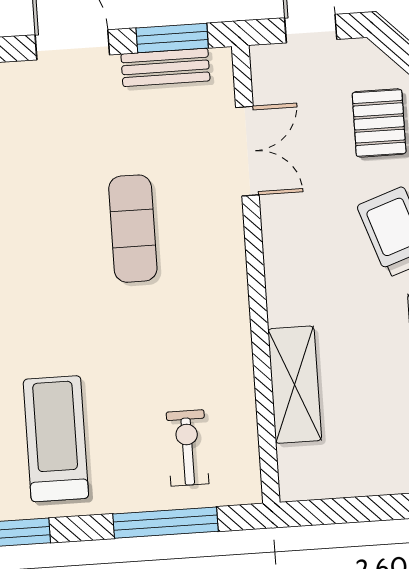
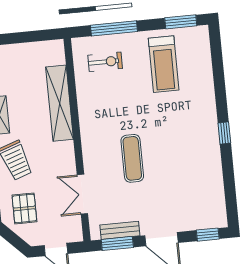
shelving: (295, 385) -> (60, 103), width x1.47
exercise bike: (187, 448) -> (105, 62), turned -90

